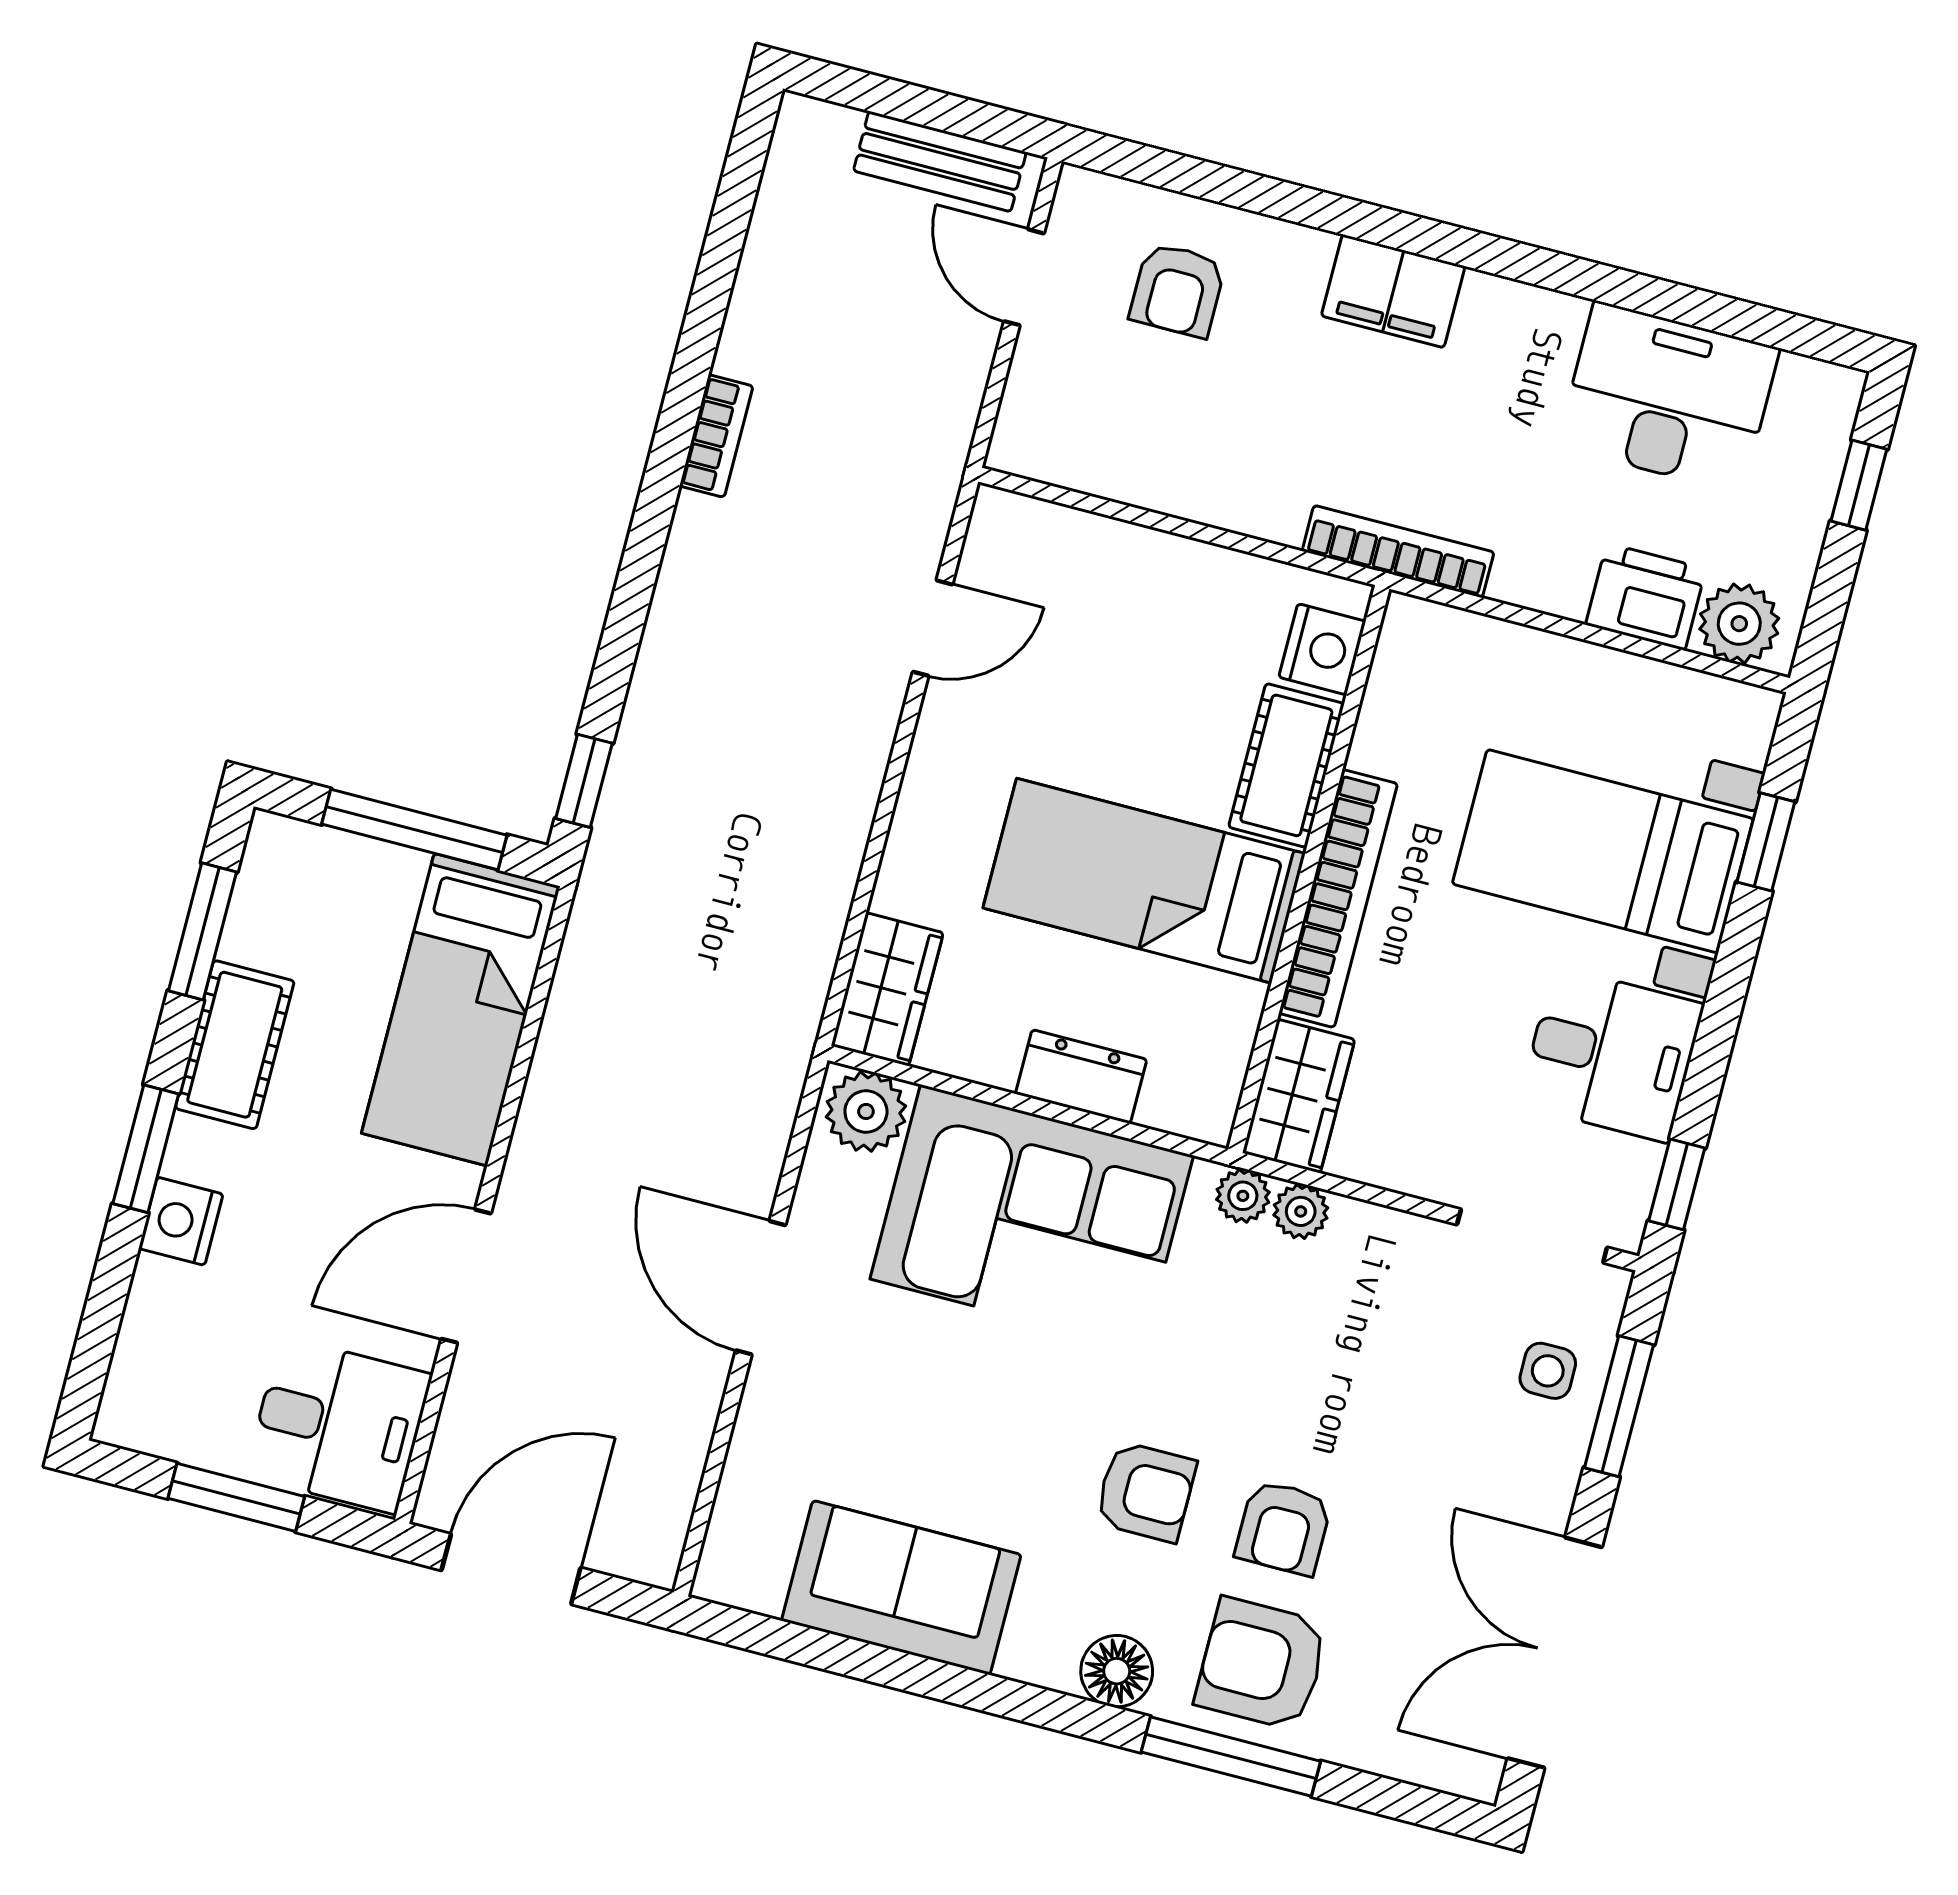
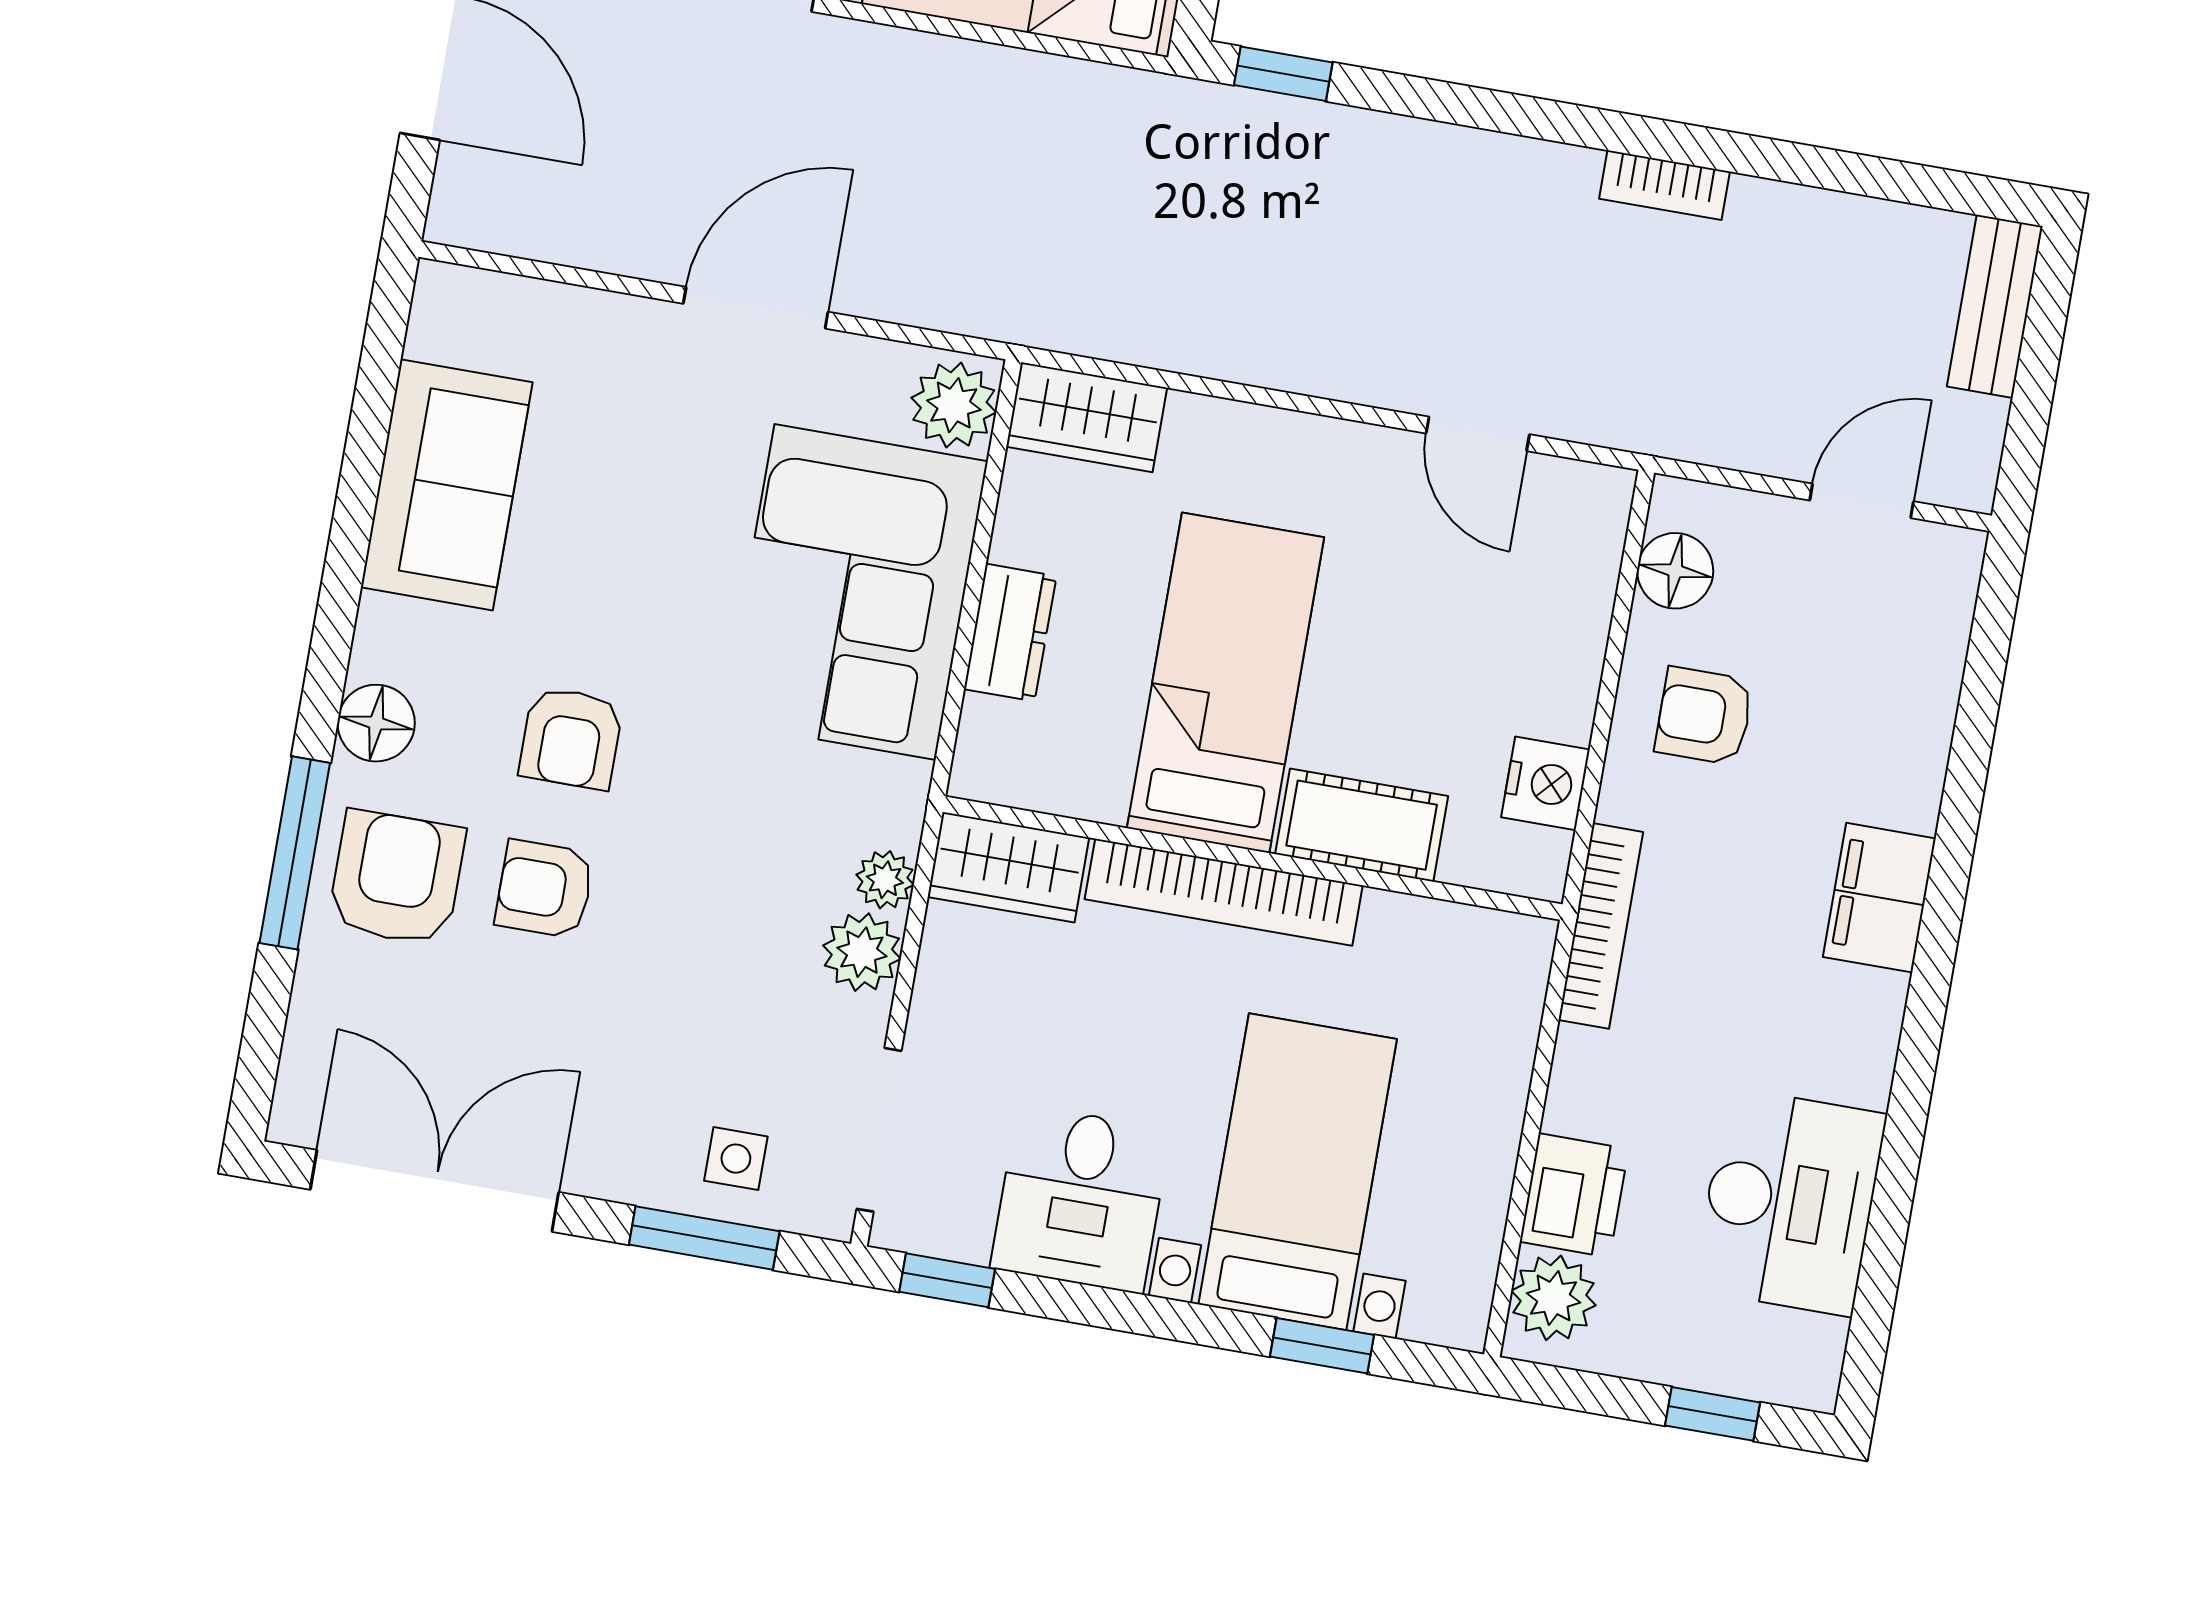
bench: (940, 161) -> (1995, 306), moved
armchair: (1178, 290) -> (1704, 716), moved
floor lamp: (1075, 455) -> (1675, 571), added
nightstand: (1322, 649) -> (1546, 783), moved, turned -90
plant: (1243, 1196) -> (862, 952), moved, width x1.38, depth x1.38

